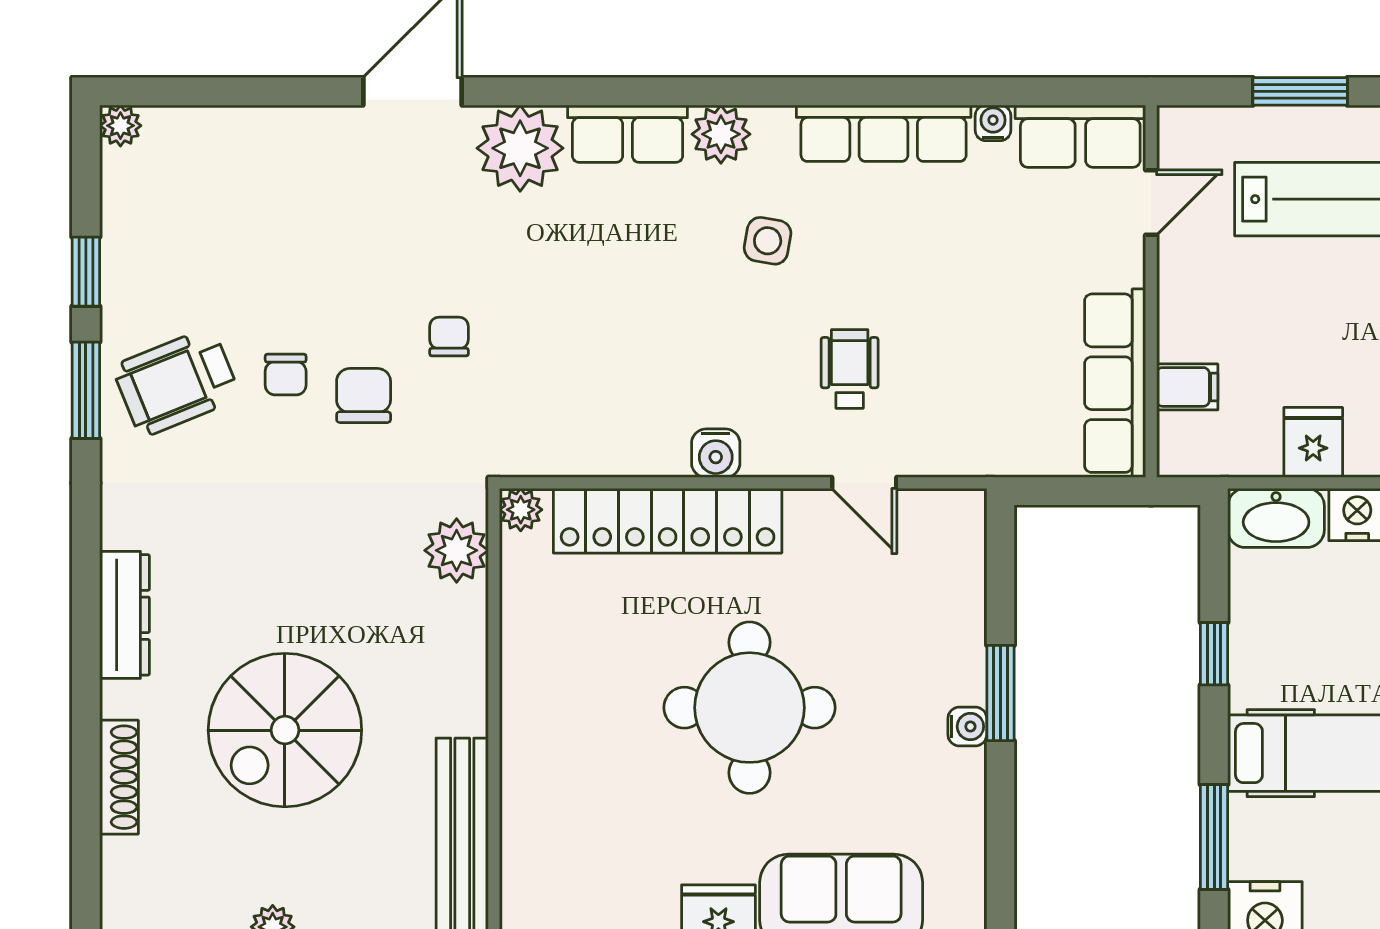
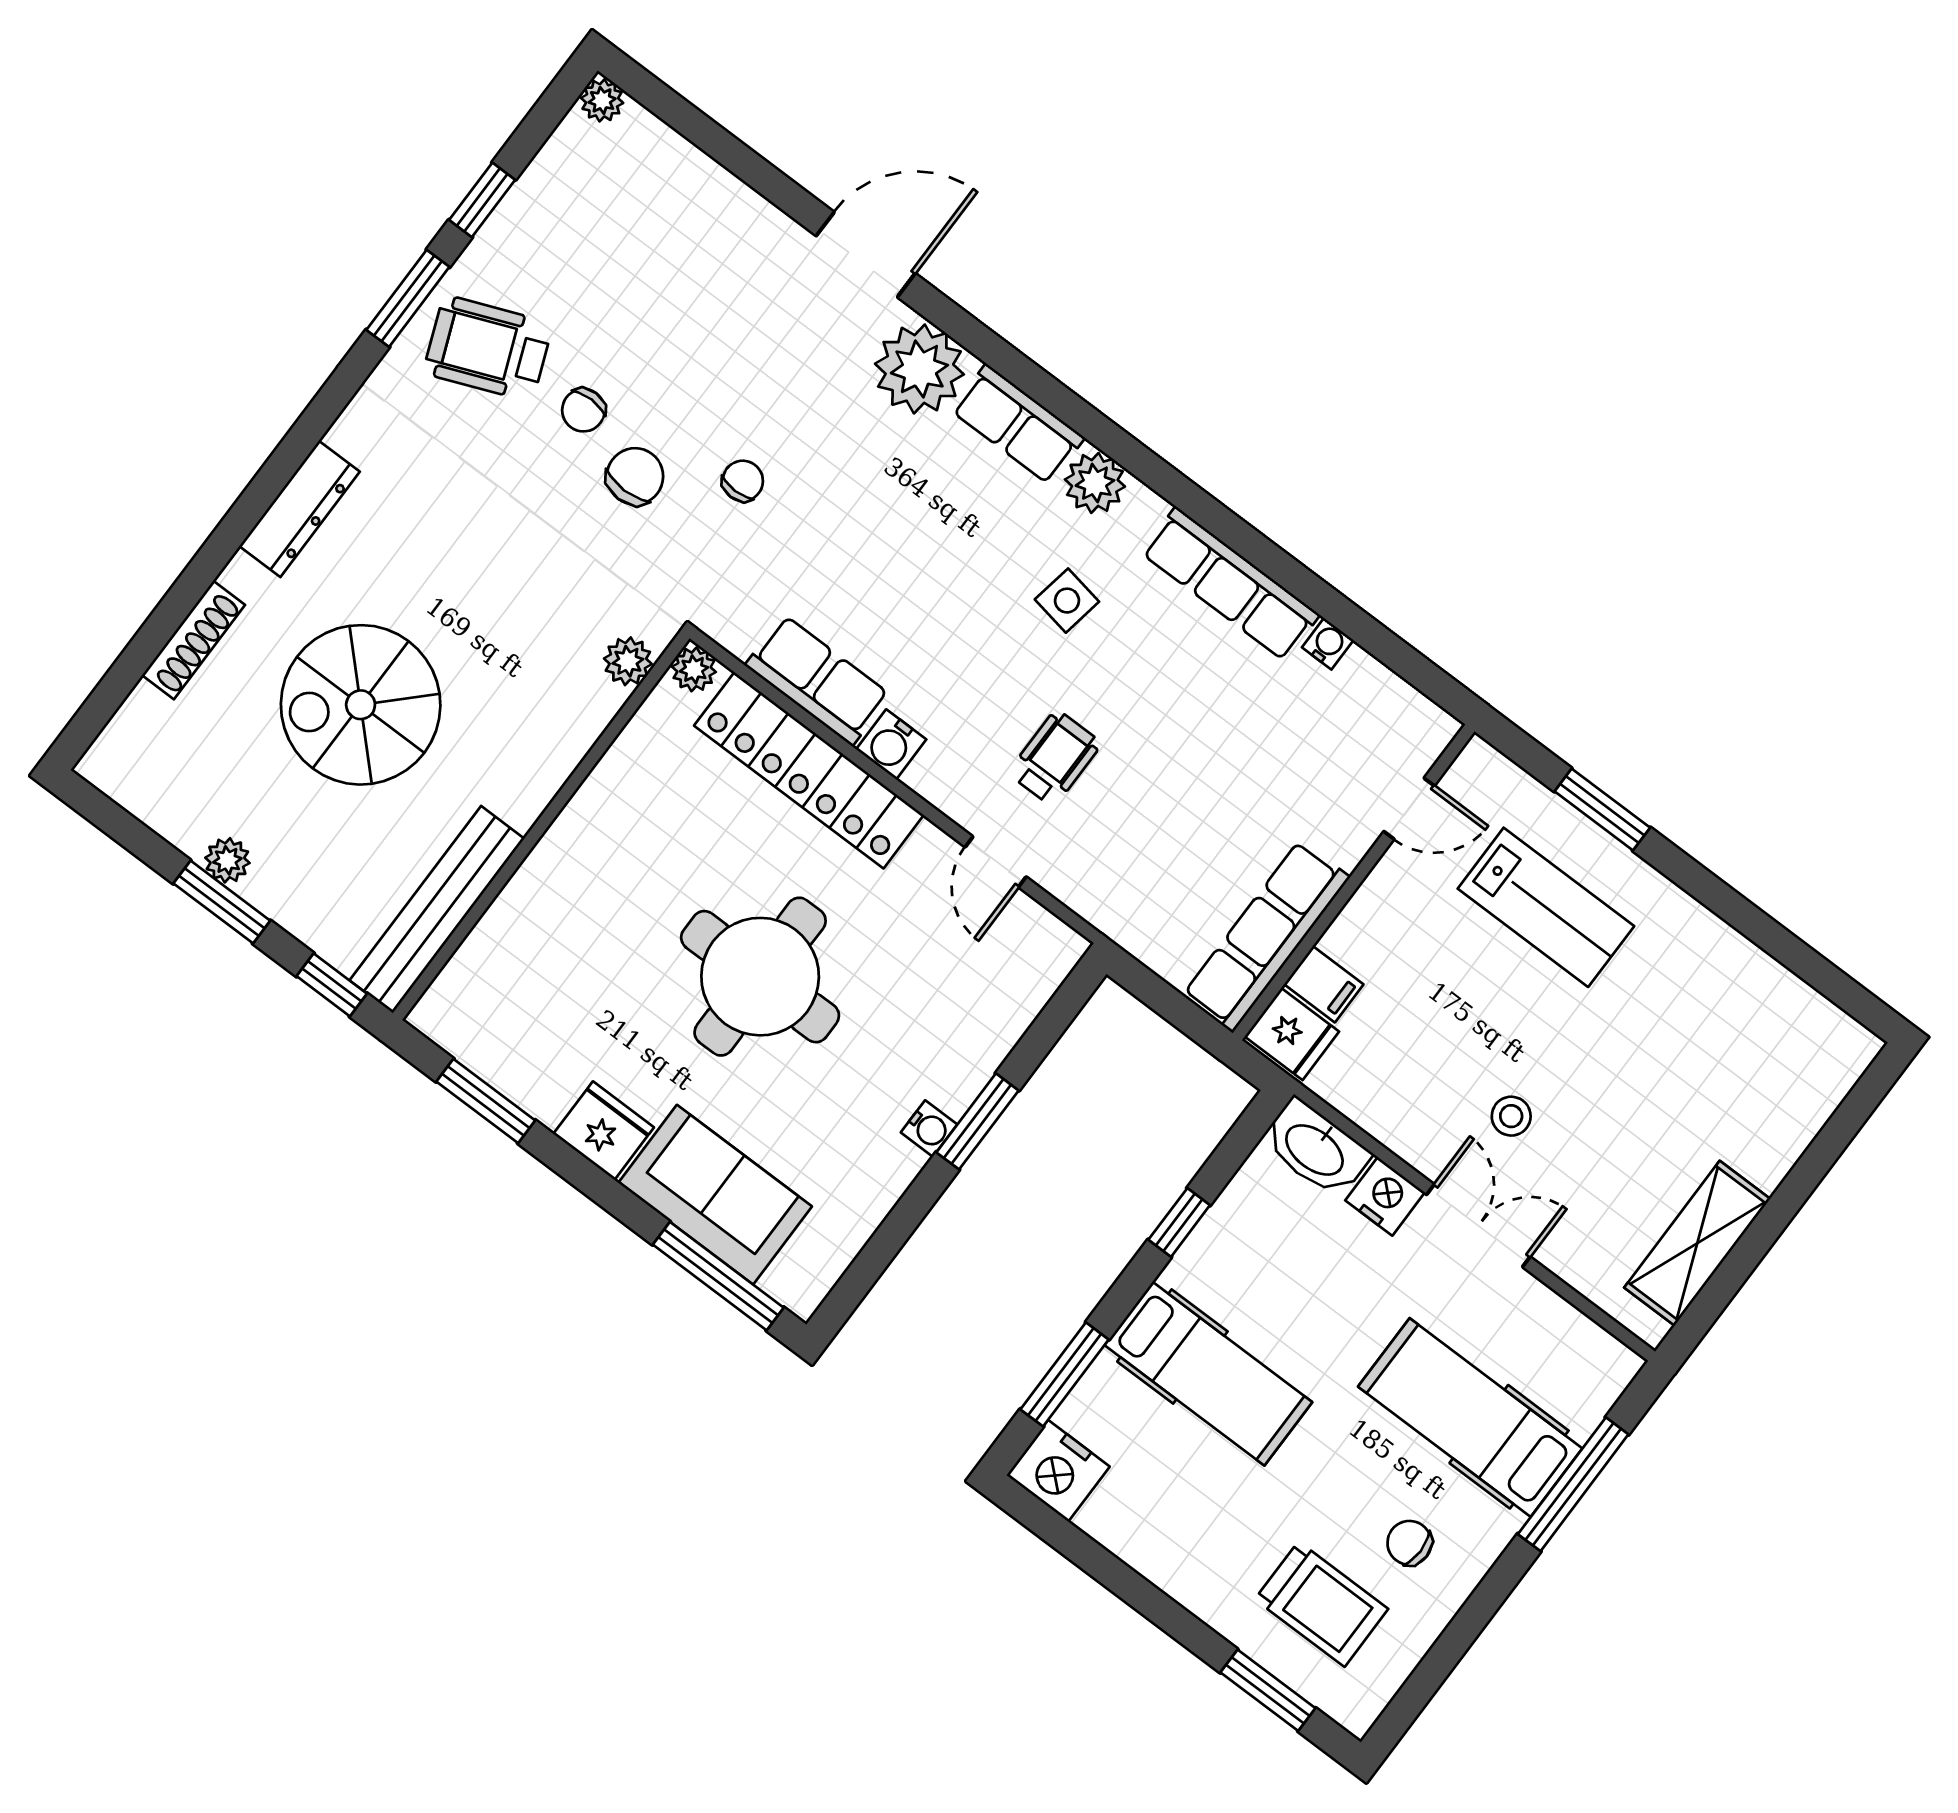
row of seats: (1080, 136) -> (818, 680), moved, turned 180
fridge: (1313, 442) -> (1292, 1034), moved, turned 90
plant: (457, 550) -> (628, 661), width x0.73, depth x0.73

